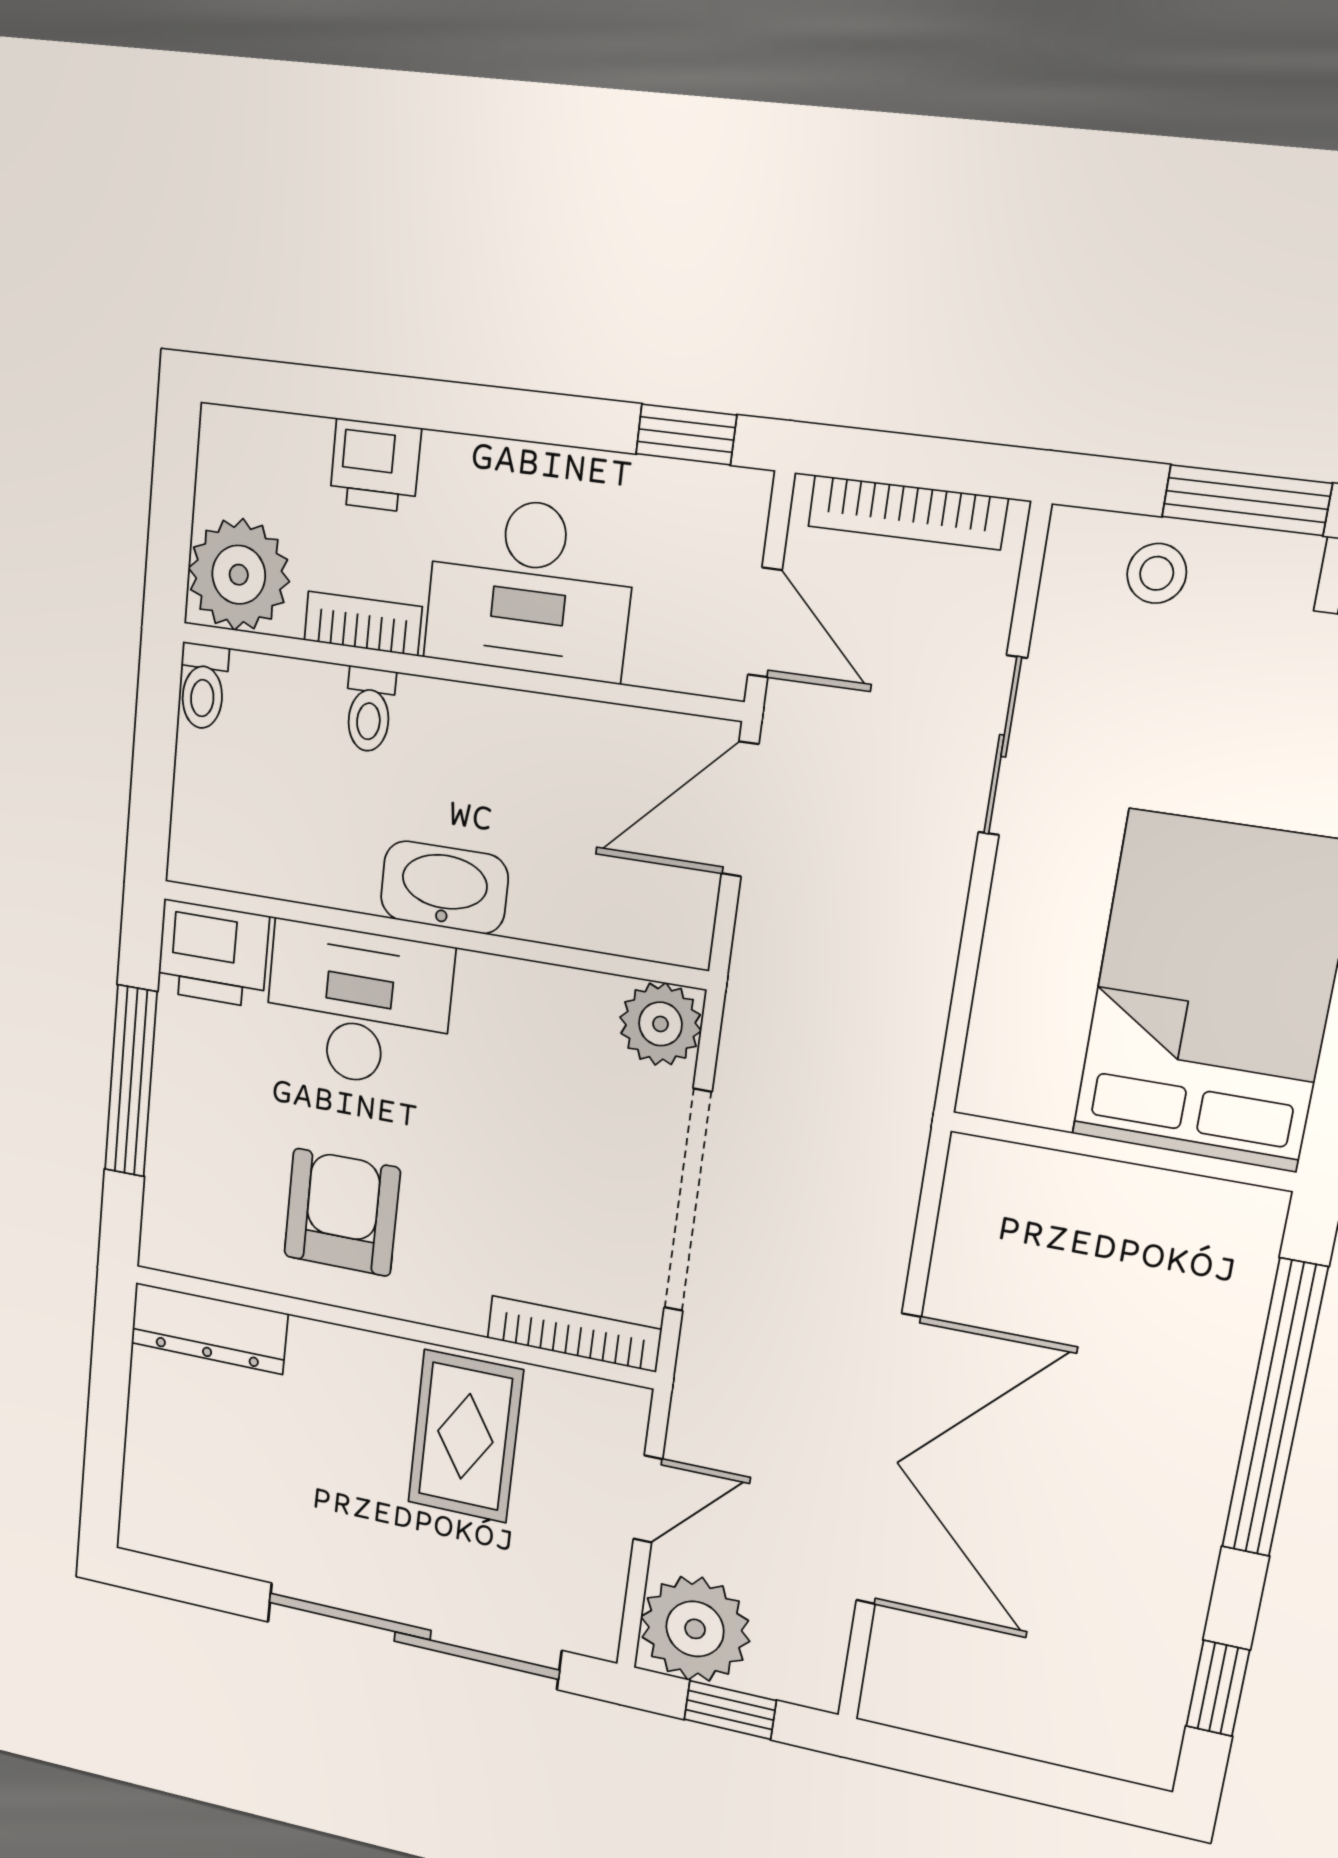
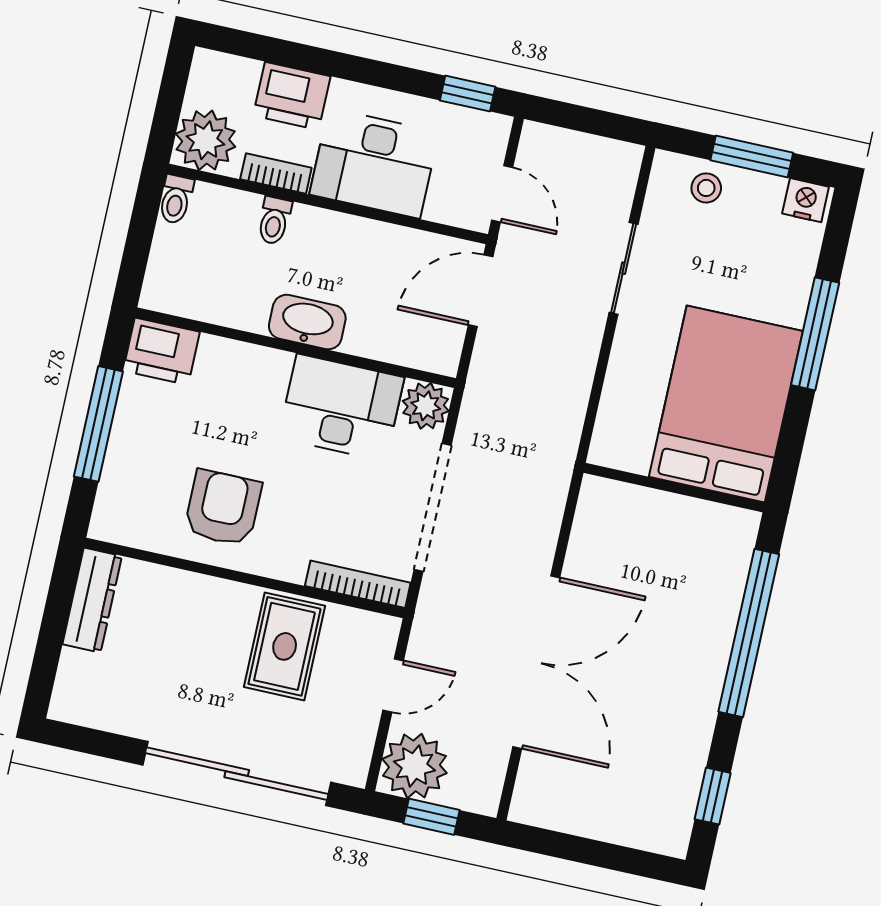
printer: (375, 466) -> (292, 96), width x1.36, depth x1.24
bookcase: (907, 512) -> (581, 145), removed
desk: (358, 1006) -> (341, 407), moved
dresser: (209, 1328) -> (92, 600), moved, turned -90

